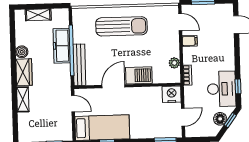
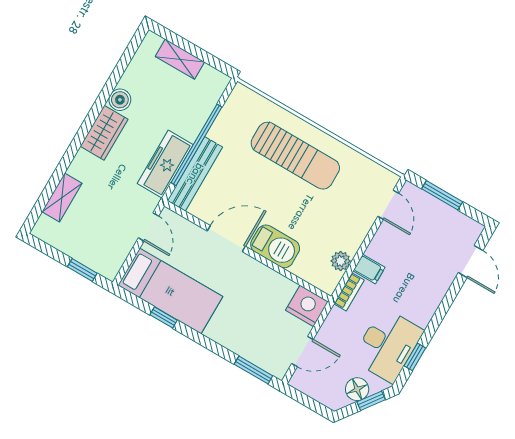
filing cabinet: (190, 41) -> (369, 269), moved
freezer: (62, 46) -> (165, 164), moved
shelving: (23, 99) -> (62, 198), moved

